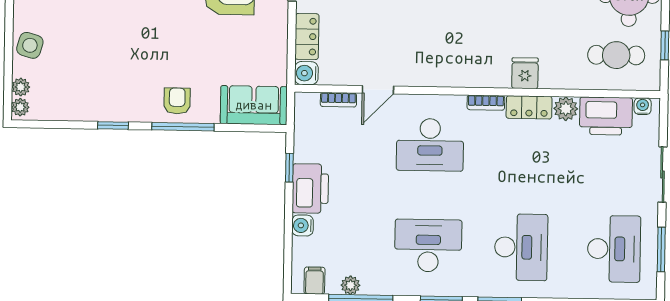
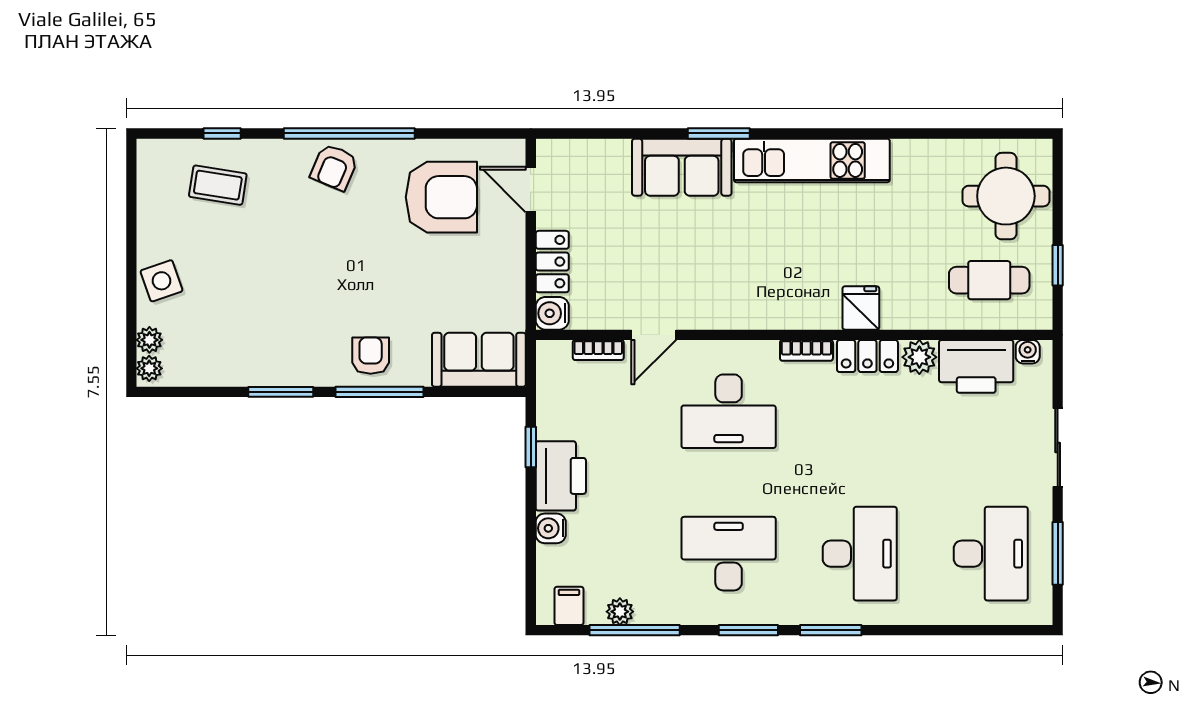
side table: (30, 45) -> (161, 281), turned -35
window: (113, 125) -> (281, 392), width x1.50

